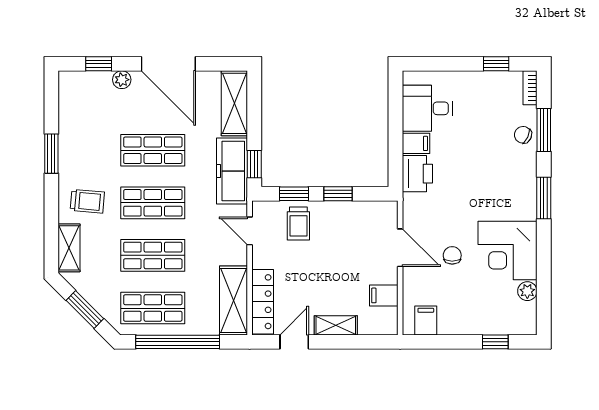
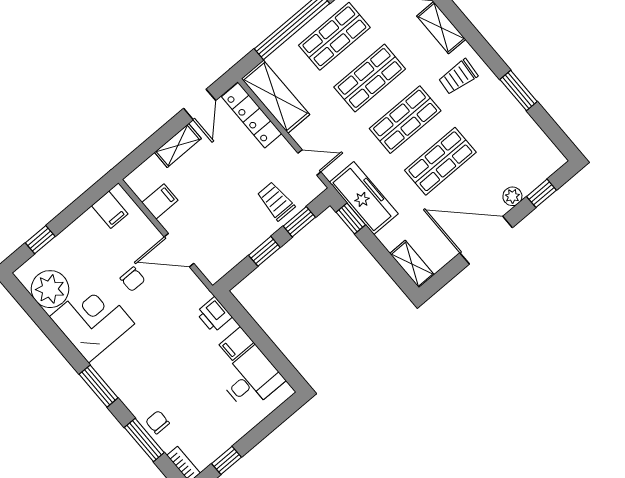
shelving: (234, 103) -> (412, 264), width x0.67, depth x0.75
chair: (523, 135) -> (157, 422), turned -115
printer: (417, 174) -> (214, 315), width x0.73, depth x0.81
plant: (527, 291) -> (50, 289), width x1.88, depth x1.88

